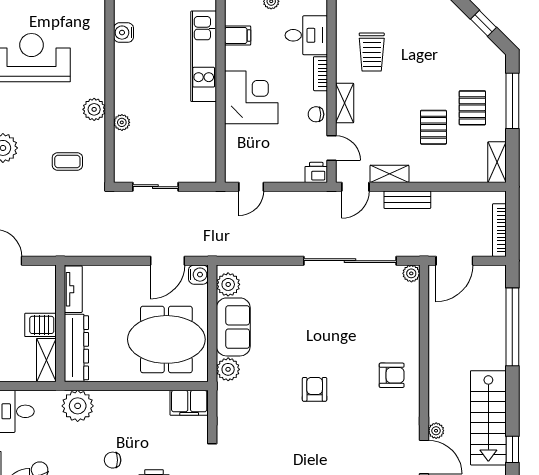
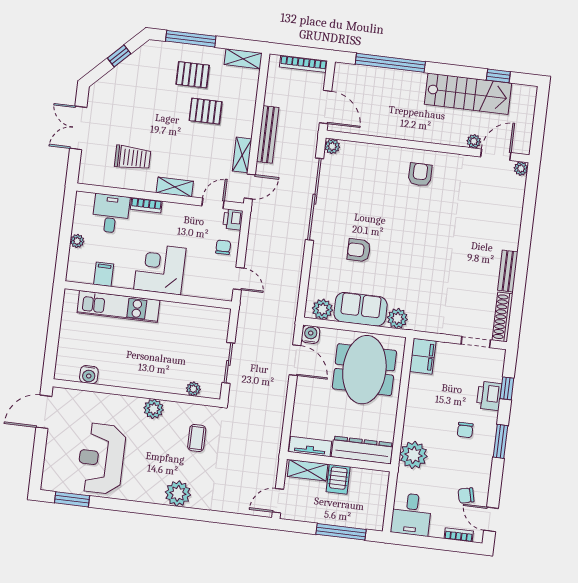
chair: (316, 114) -> (223, 247), moved, turned 180
plant: (122, 122) -> (193, 389), moved
door: (355, 187) -> (250, 186), hinge flipped
bench: (407, 200) -> (268, 134), width x1.36
shelving: (46, 360) -> (308, 470), moved
armchair: (315, 389) -> (359, 250), moved

